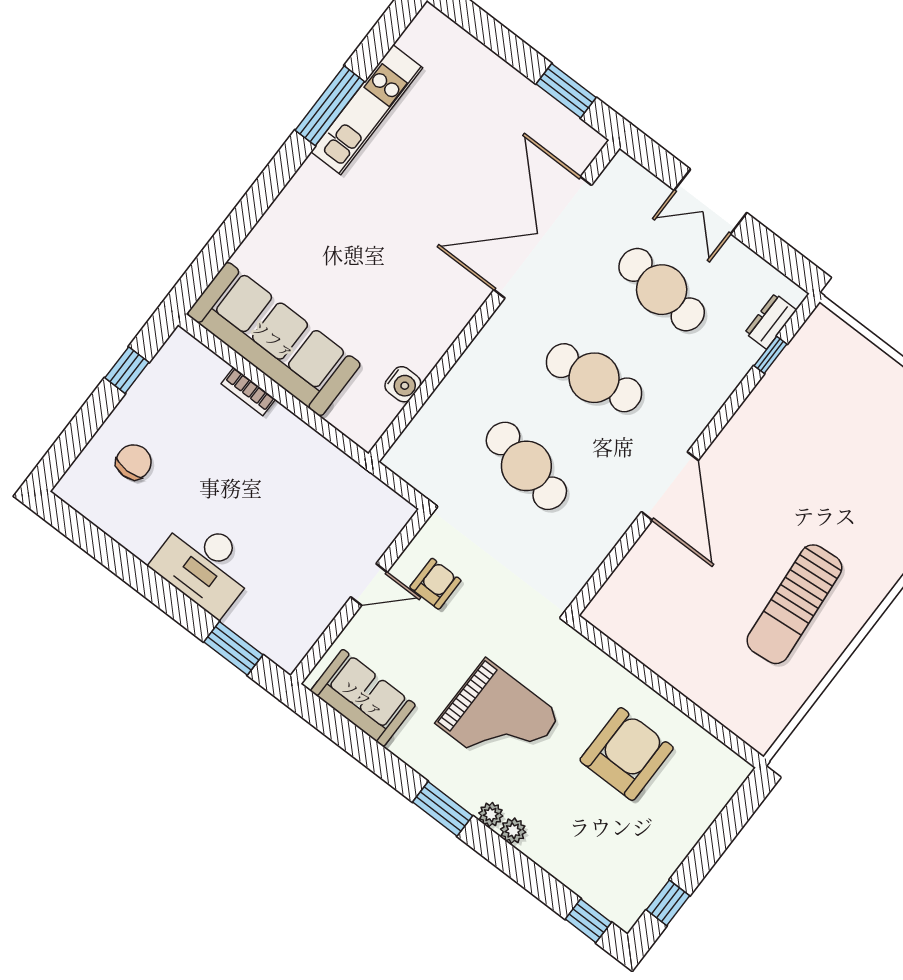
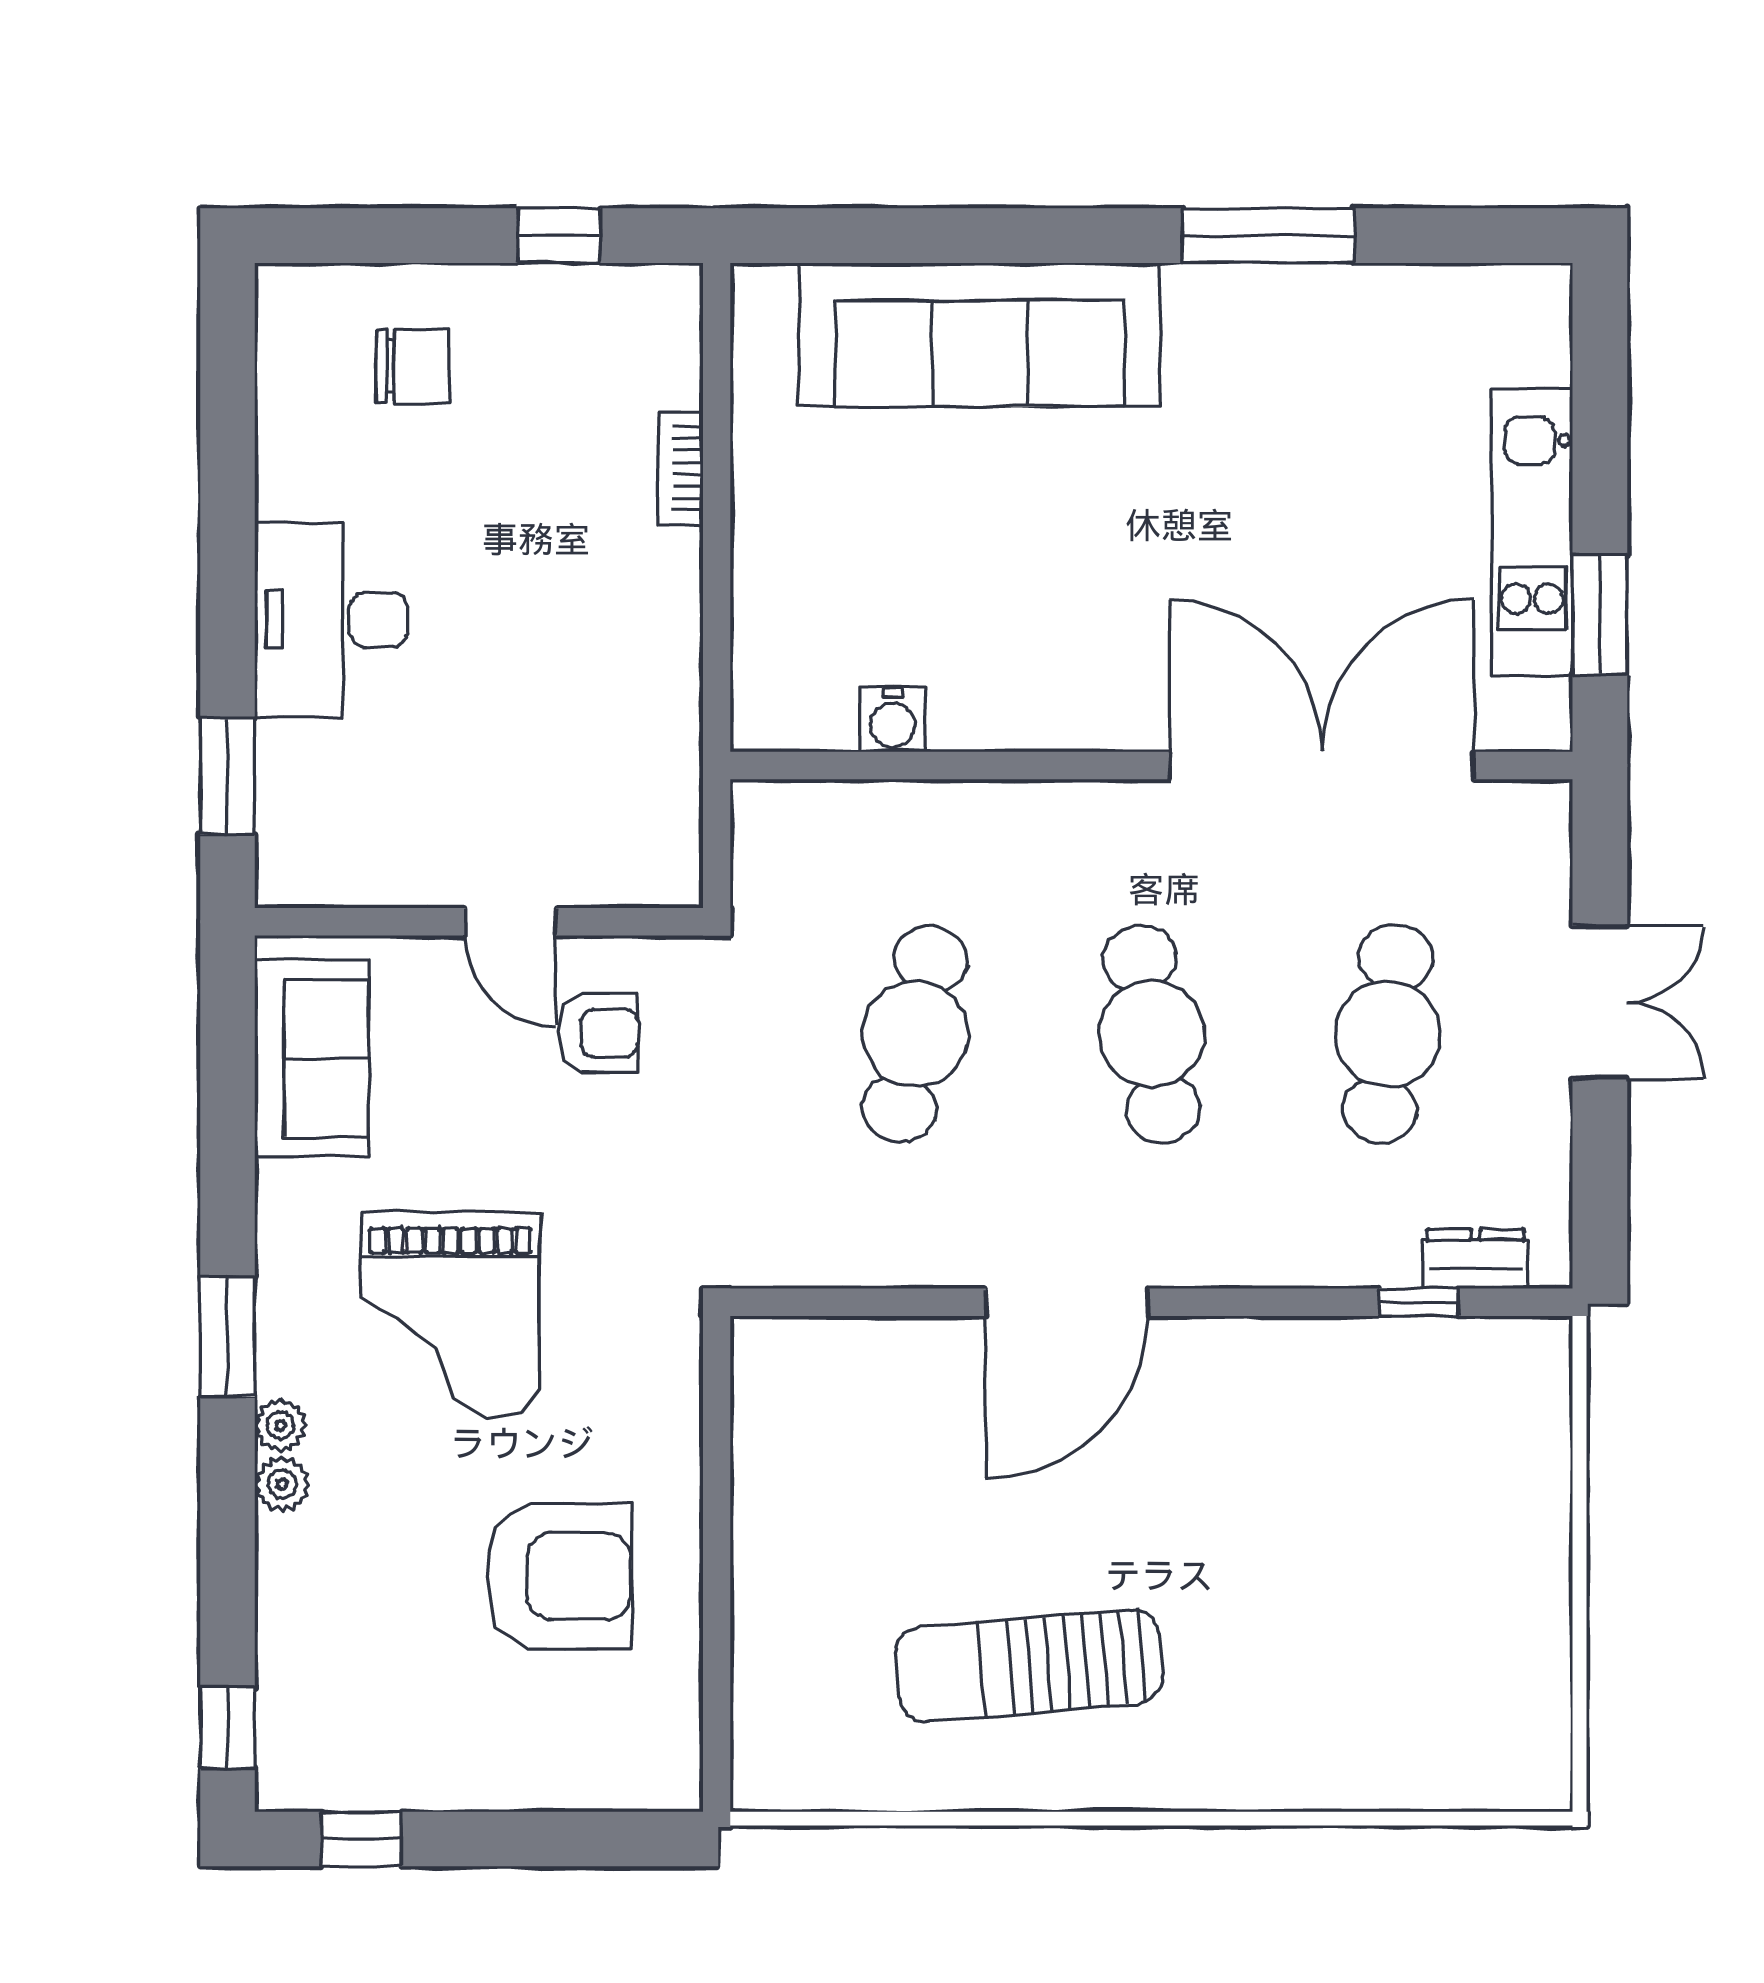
kitchen unit: (367, 110) -> (1532, 533), moved, turned 90
double door: (711, 201) -> (1600, 1002), swing flipped
sofa: (274, 339) -> (980, 335), moved, turned 90

